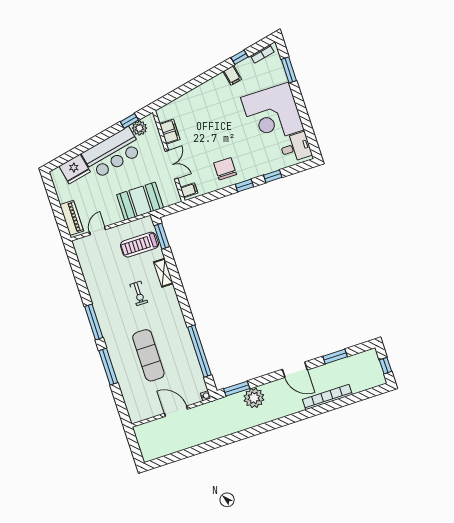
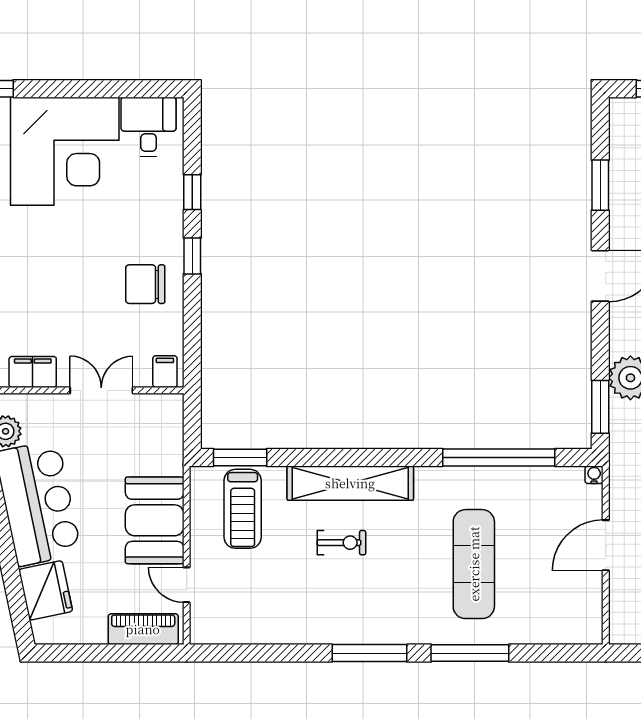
booth: (140, 201) -> (155, 520), moved
shelving: (163, 273) -> (350, 483), width x2.20, depth x1.33
exercise mat: (148, 355) -> (474, 564), turned 90

